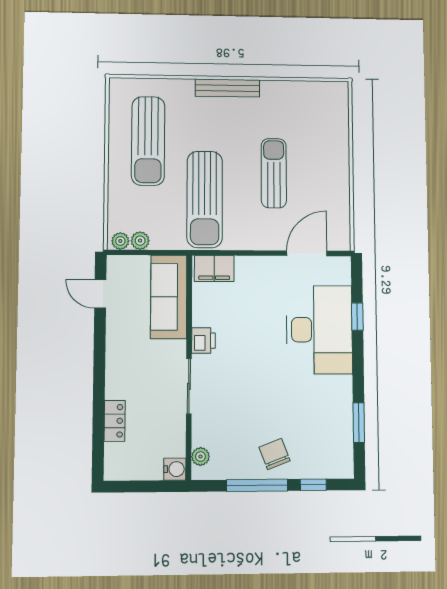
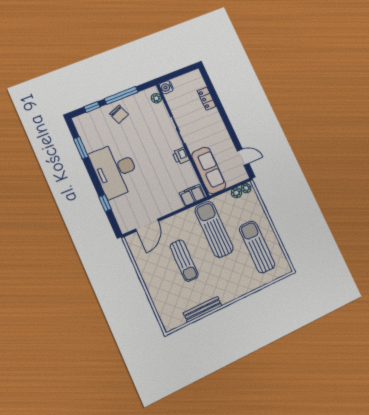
bench: (227, 88) -> (203, 309), moved
desk: (319, 330) -> (115, 170), moved

